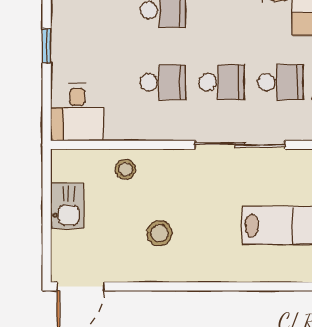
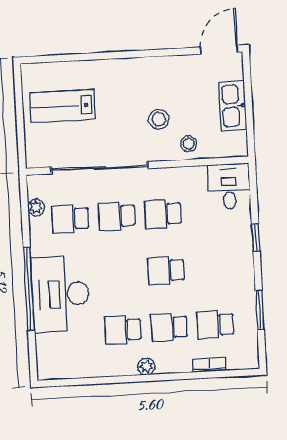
sliding door: (240, 145) -> (100, 168), width x1.36
kitchen sink: (67, 206) -> (233, 106), width x1.38
stool: (159, 233) -> (159, 119), moved

